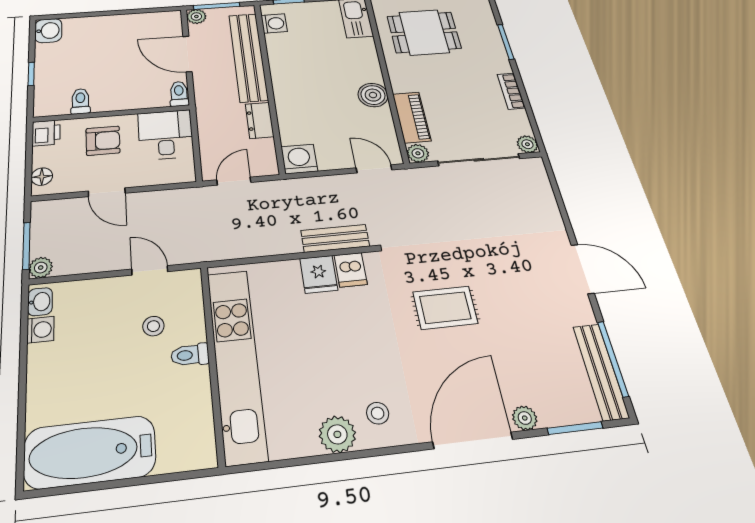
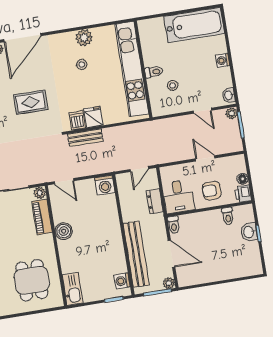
washbasin: (48, 31) -> (249, 232), moved
dining table: (424, 32) -> (32, 280), turned 90
dresser: (259, 120) -> (155, 201), moved, turned 180
floor lamp: (42, 177) -> (243, 179), moved
door: (150, 270) -> (202, 111), moved
washing machine: (40, 330) -> (223, 60), moved
stool: (378, 413) -> (82, 65), moved

